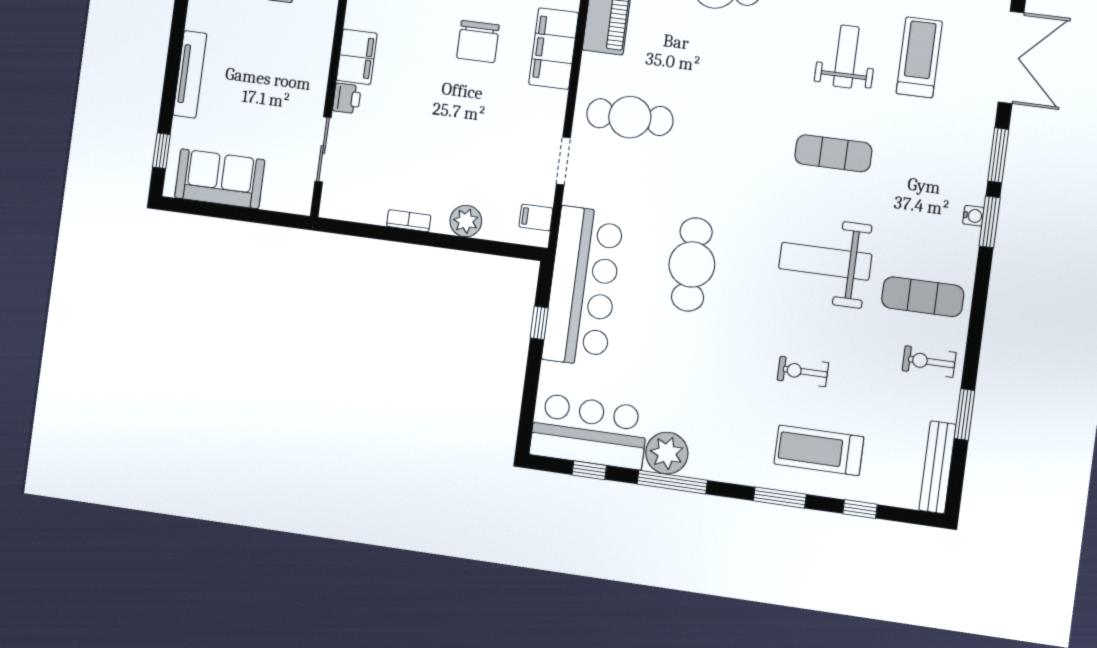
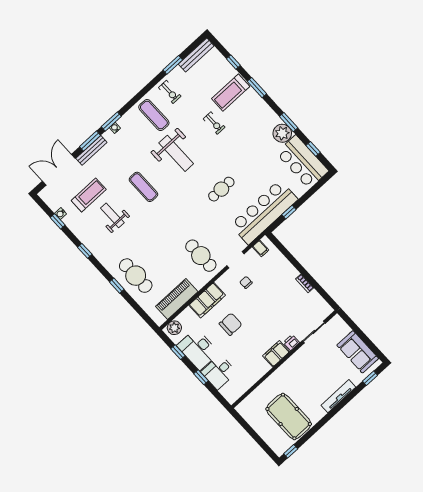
weight bench: (846, 57) -> (112, 215), turned 90
treadmill: (919, 57) -> (89, 195), turned 180
chair: (512, 137) -> (246, 282), added
bench: (982, 141) -> (91, 150), added
plant: (466, 221) -> (285, 267), removed
cafe table: (692, 264) -> (221, 189), width x0.73, depth x0.74
treadmill: (819, 450) -> (231, 93), turned 90
window: (672, 482) -> (289, 122), width x0.69

